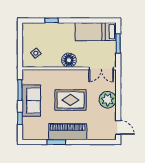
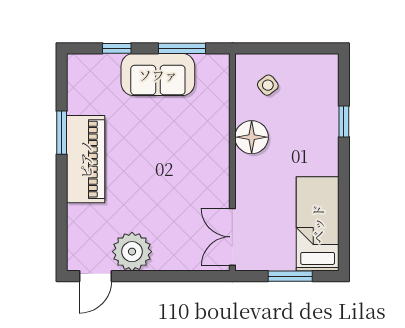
floor lamp: (69, 60) -> (252, 137), moved
rug: (70, 100) -> (159, 166), removed
plant: (108, 100) -> (132, 252), moved

